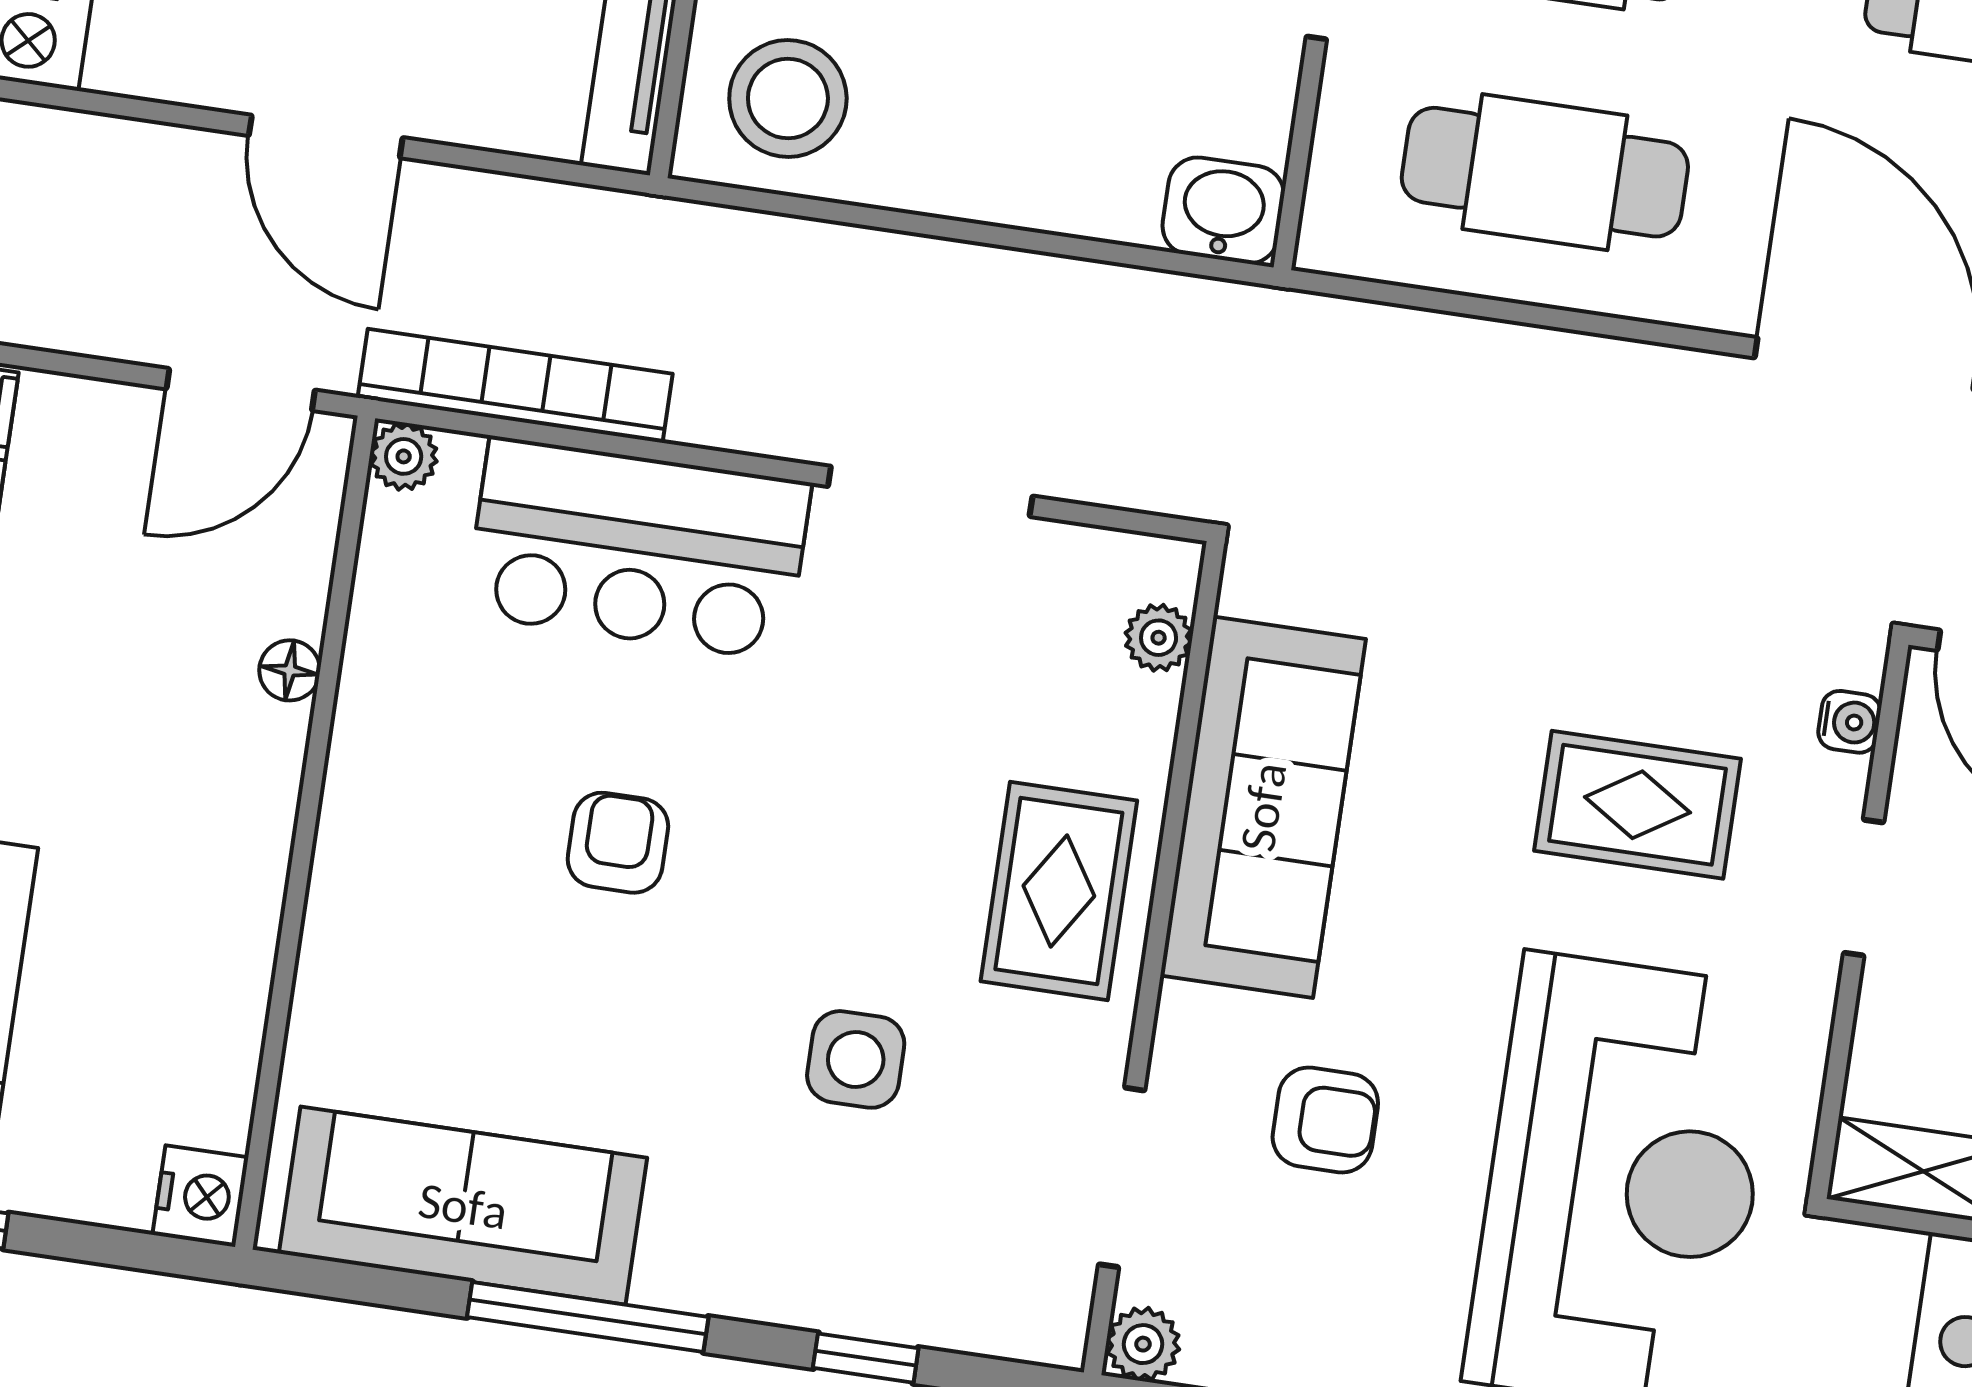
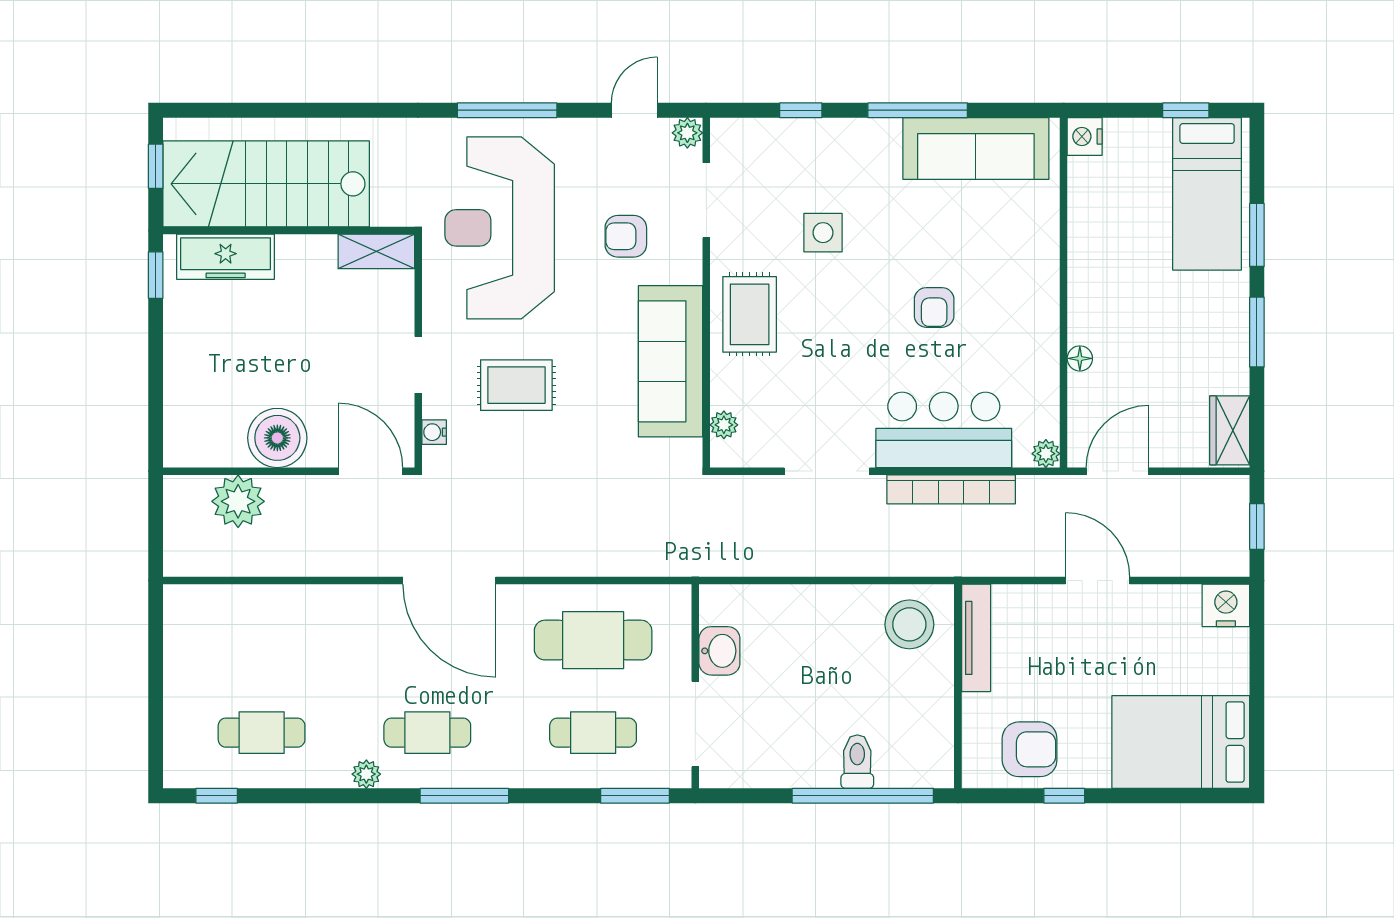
washbasin: (1223, 210) -> (719, 651), moved, turned -90
bookcase: (515, 386) -> (951, 489), moved

